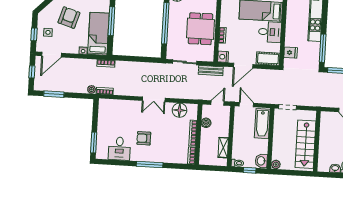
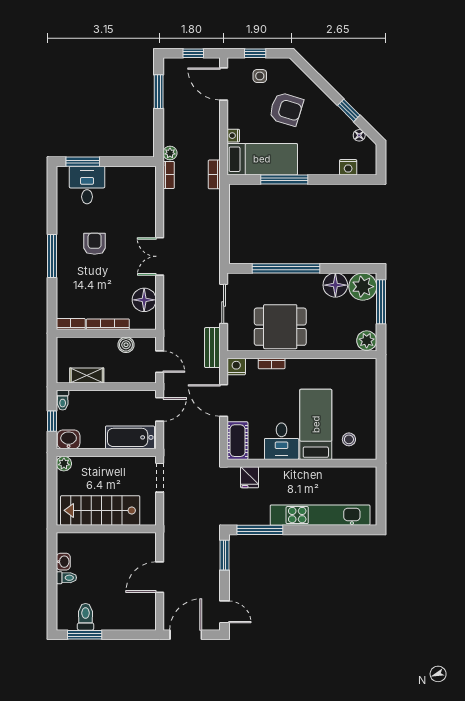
desk: (119, 149) -> (87, 185), moved, turned 90

